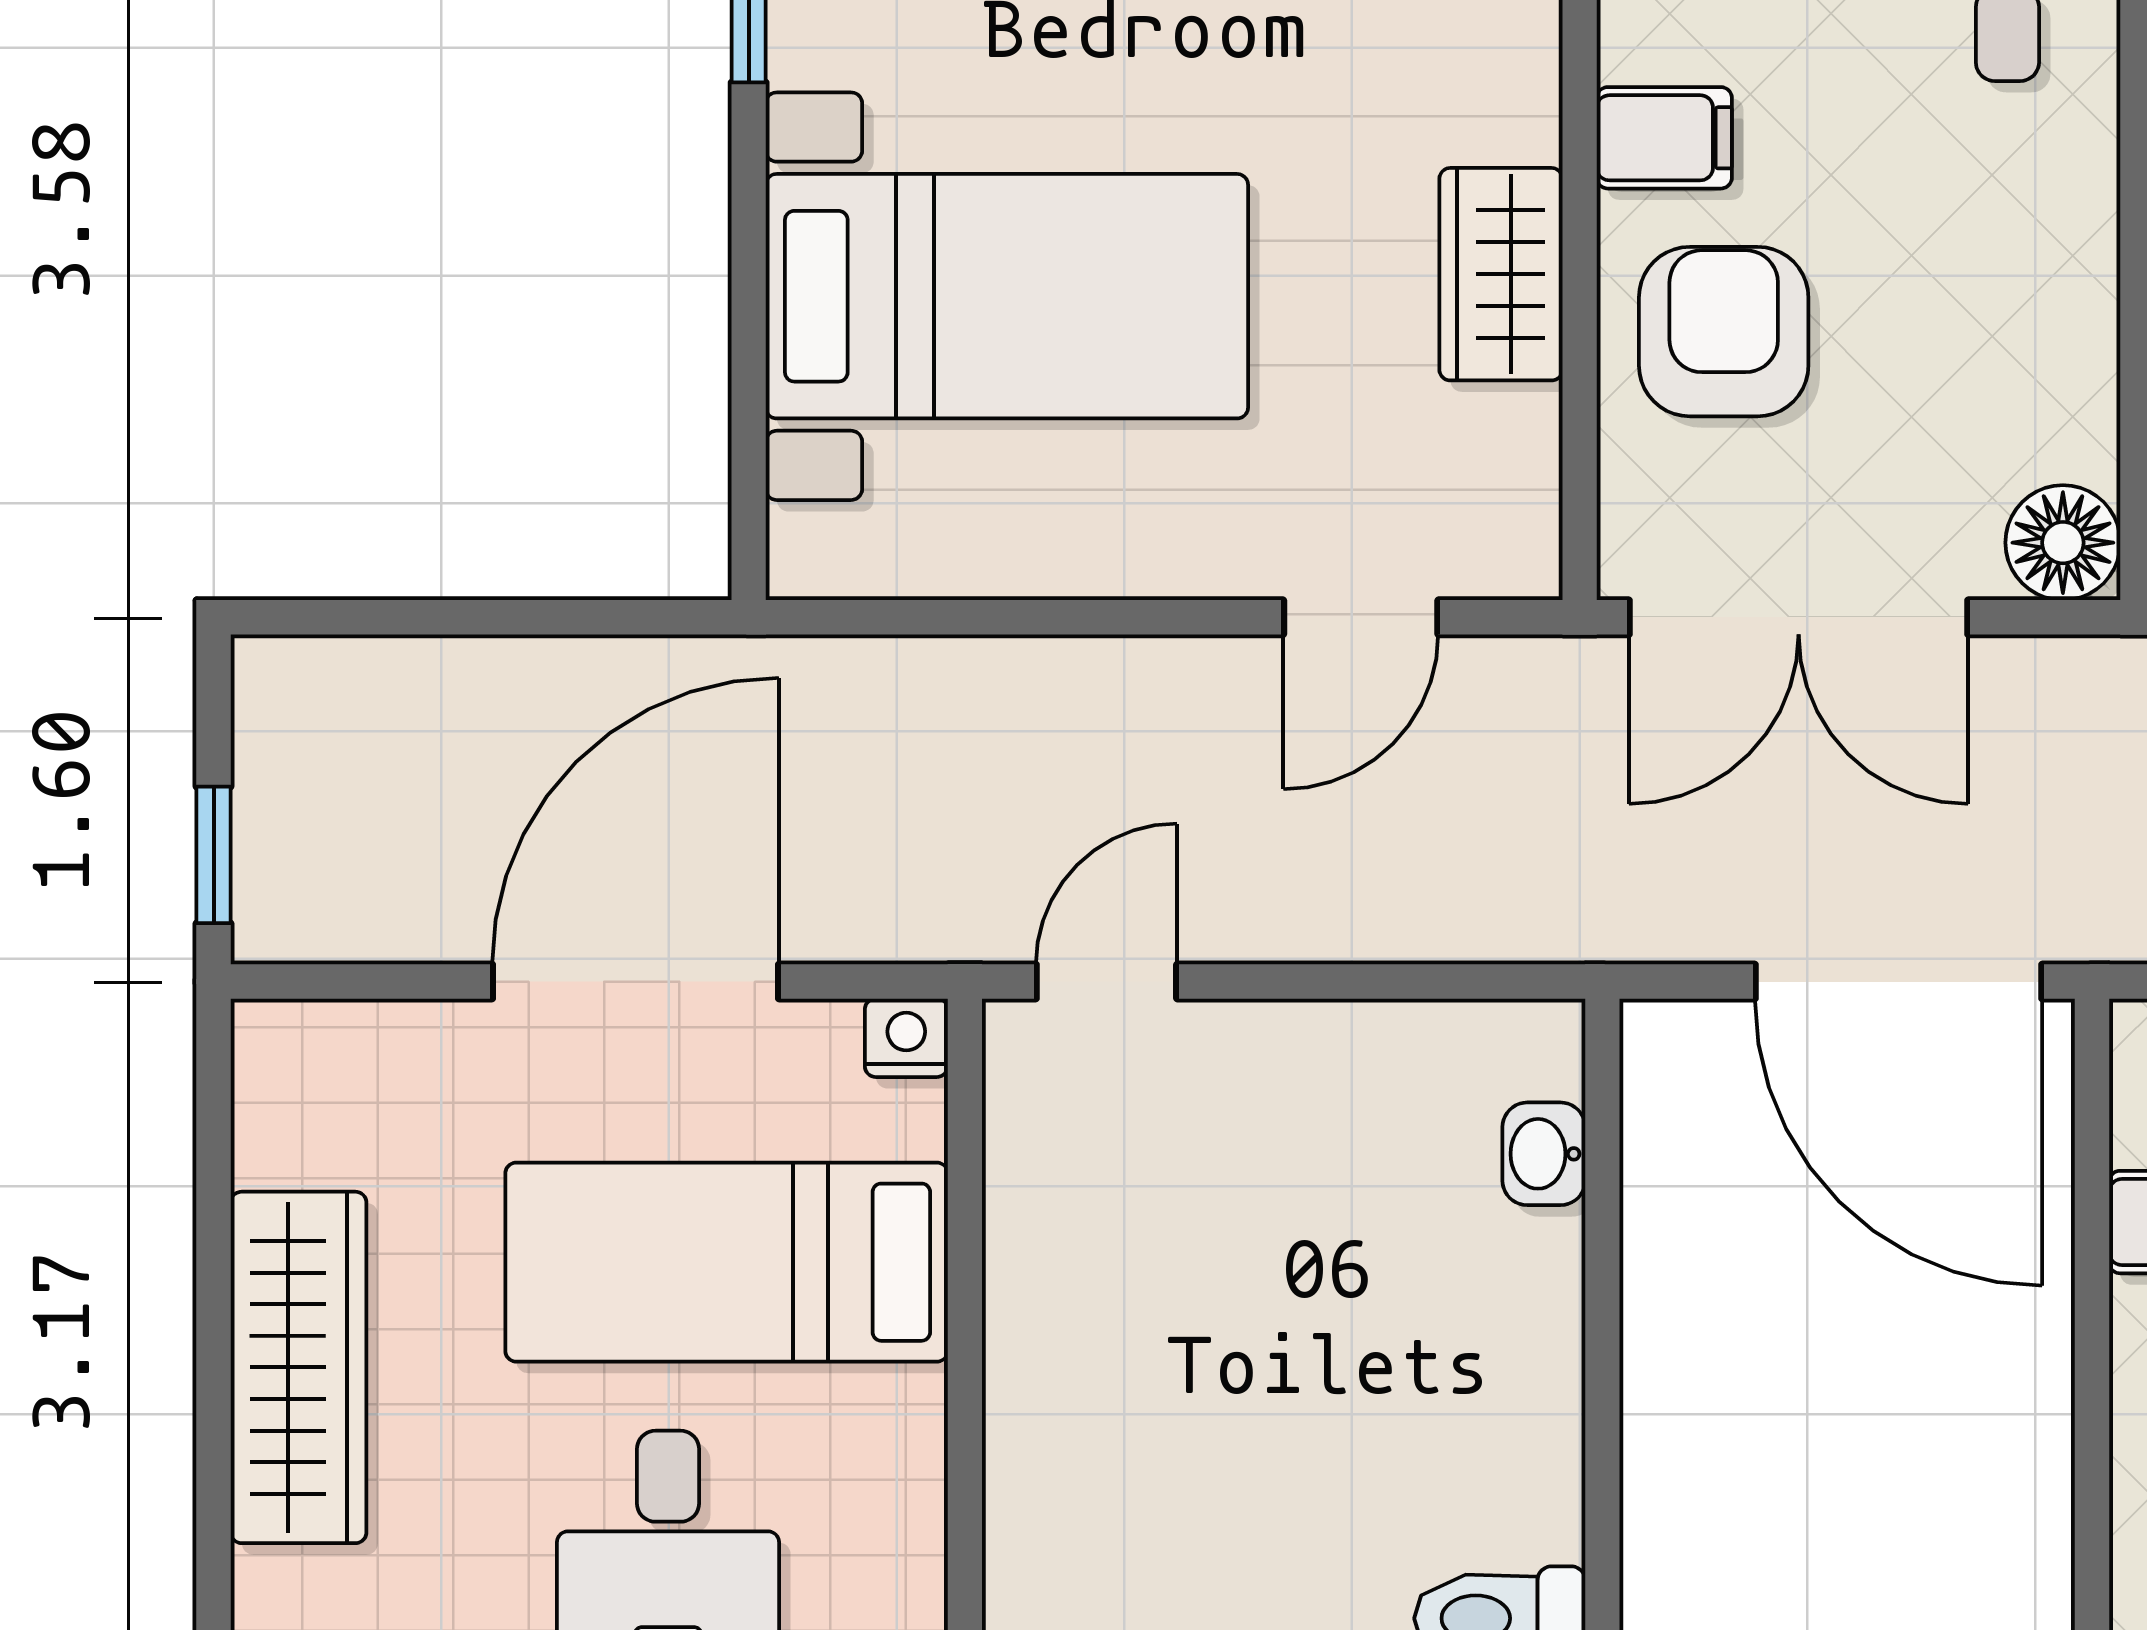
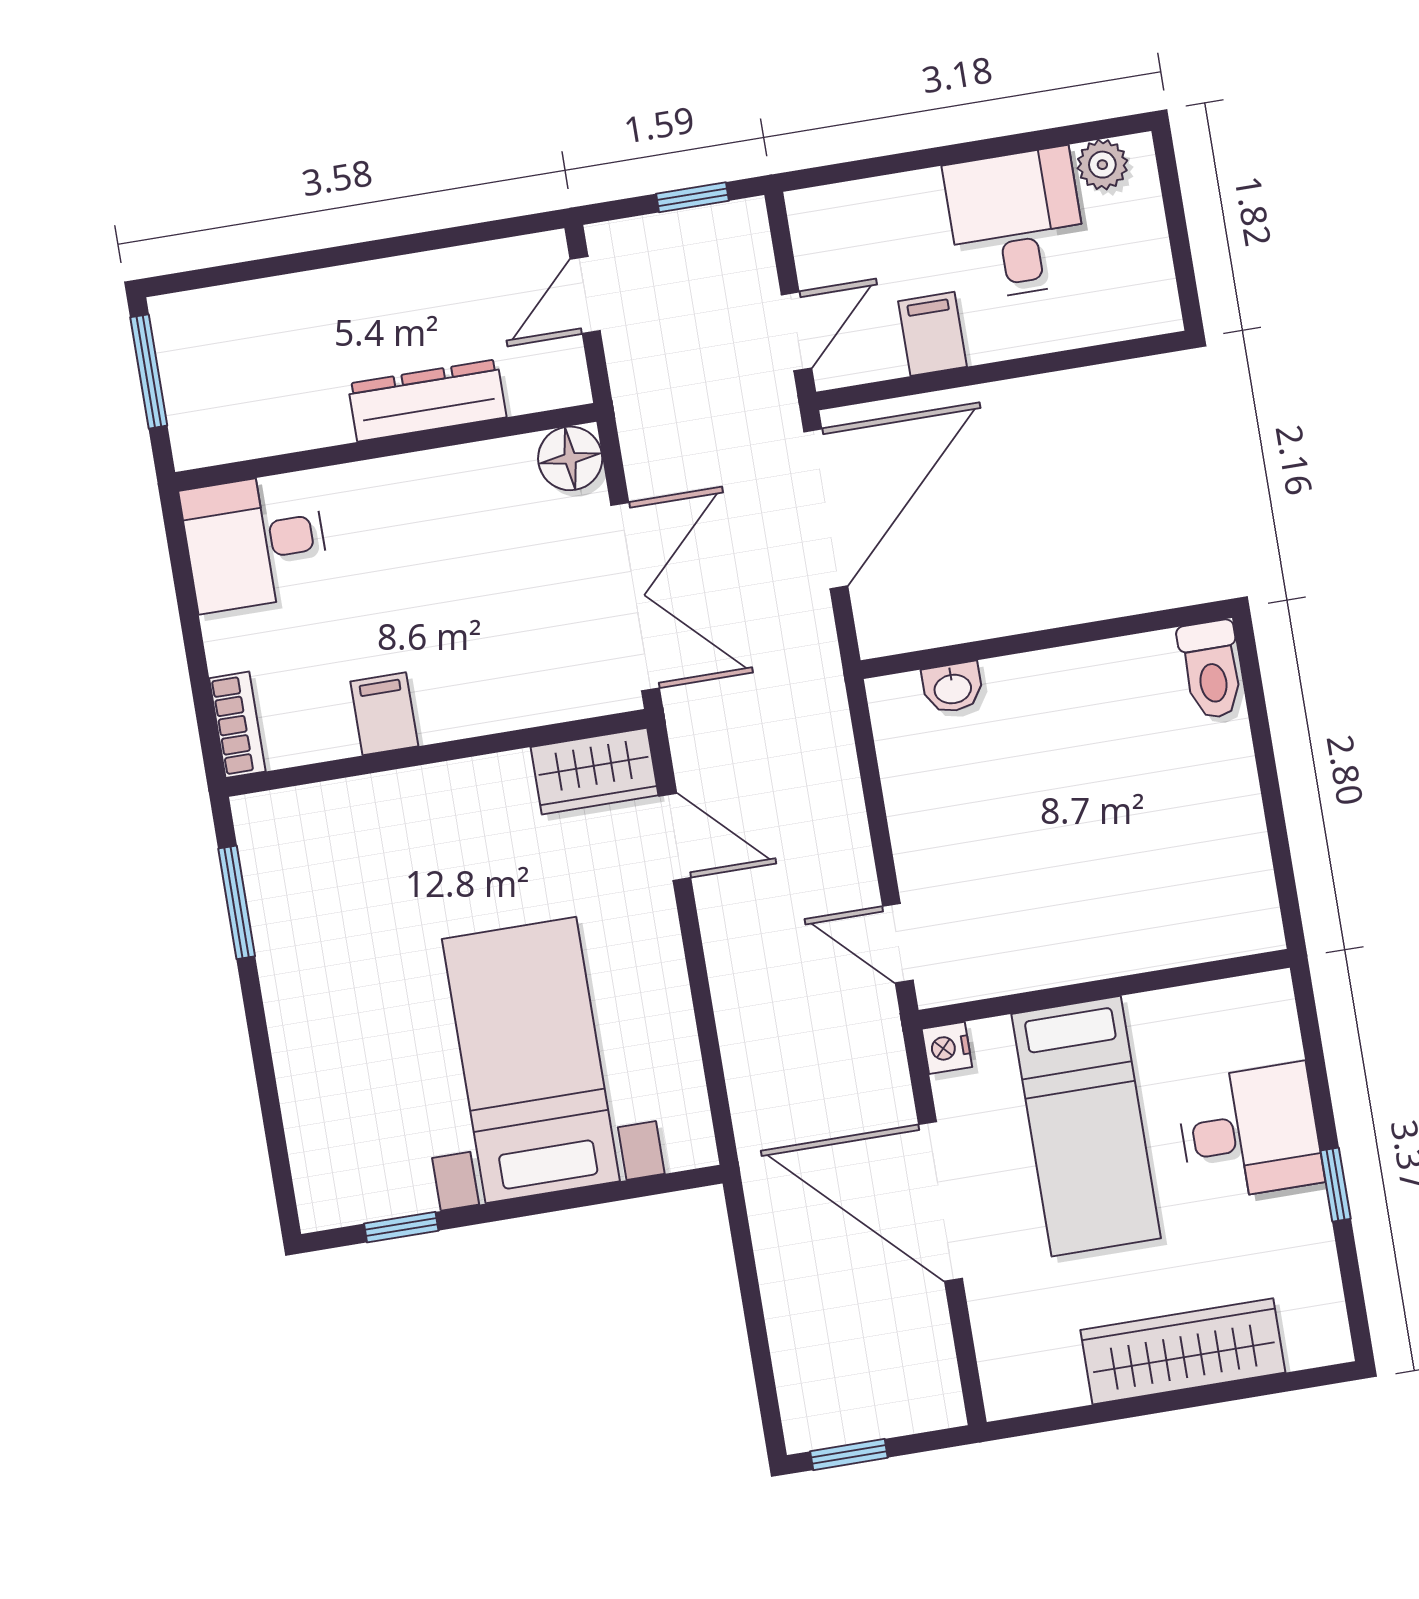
wardrobe: (1501, 274) -> (594, 771), moved
armchair: (1724, 332) -> (485, 664), removed
window: (214, 855) -> (849, 1454), moved

